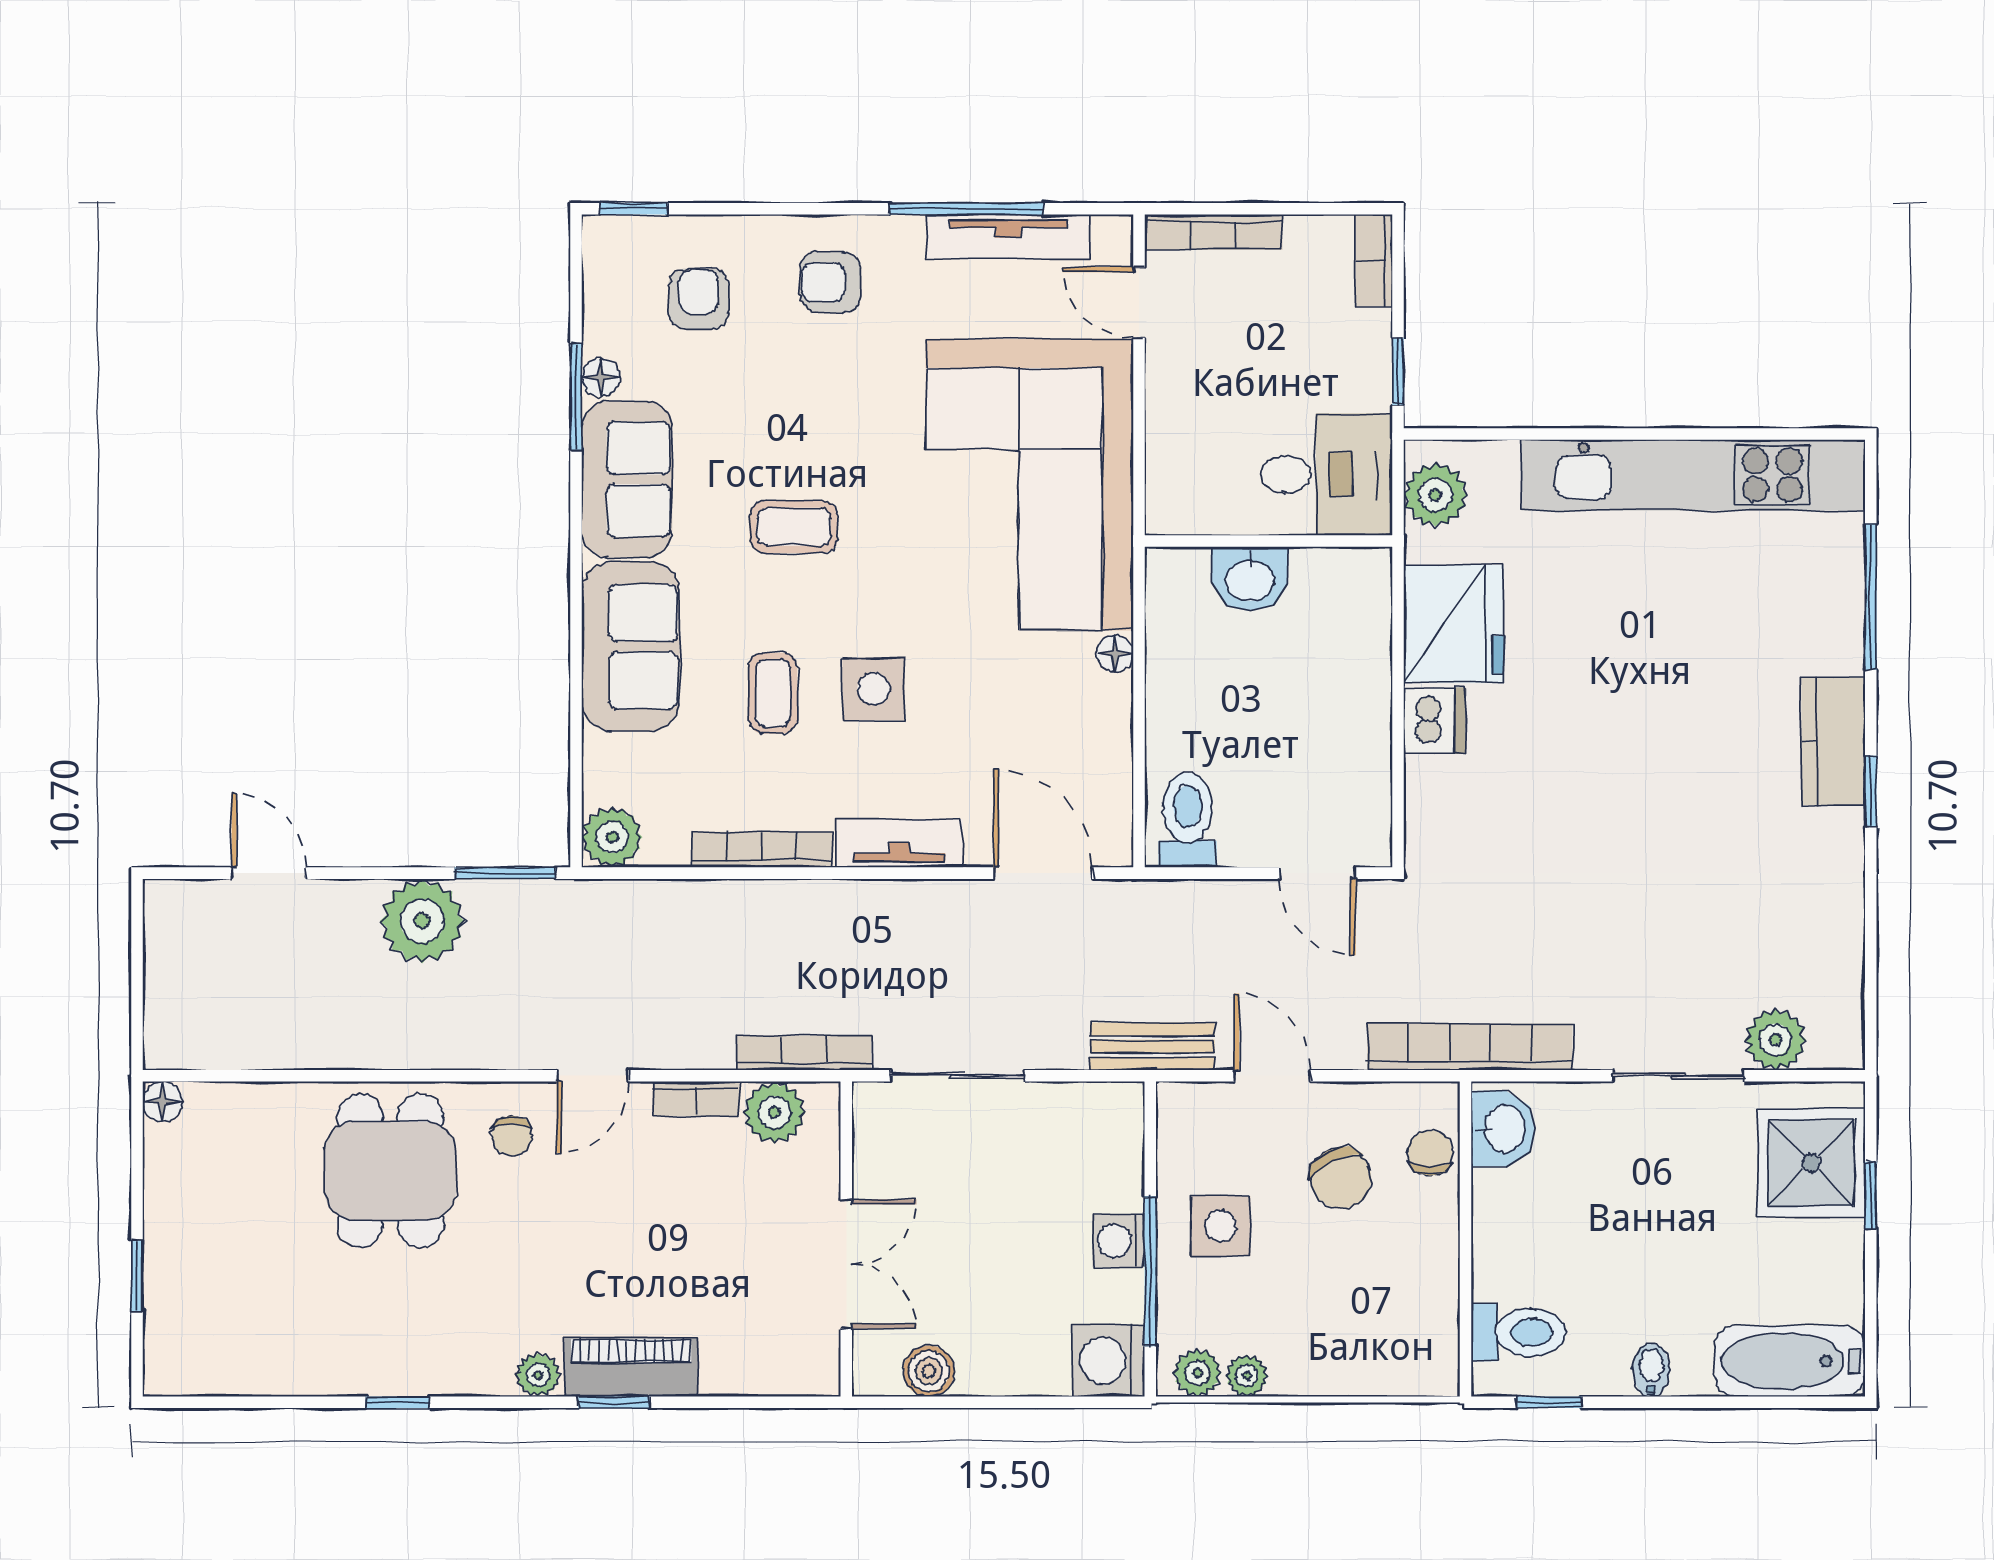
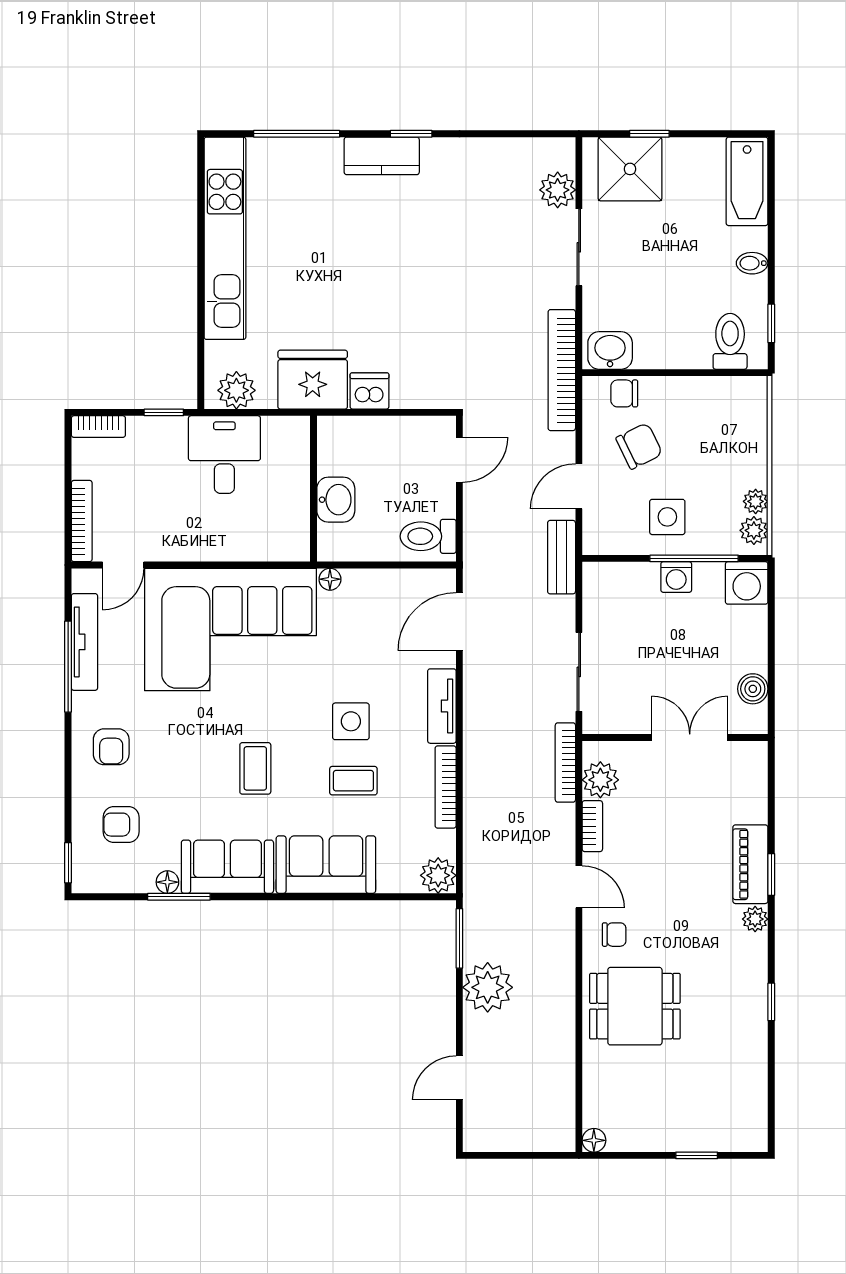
wall: (1268, 541) -> (313, 489), moved
washbasin: (1250, 579) -> (336, 500), moved

